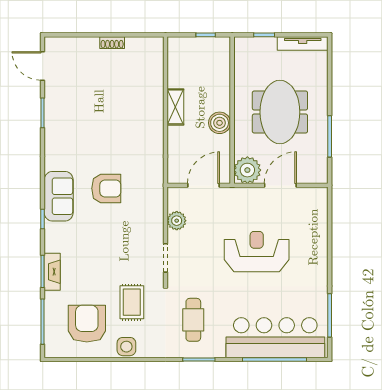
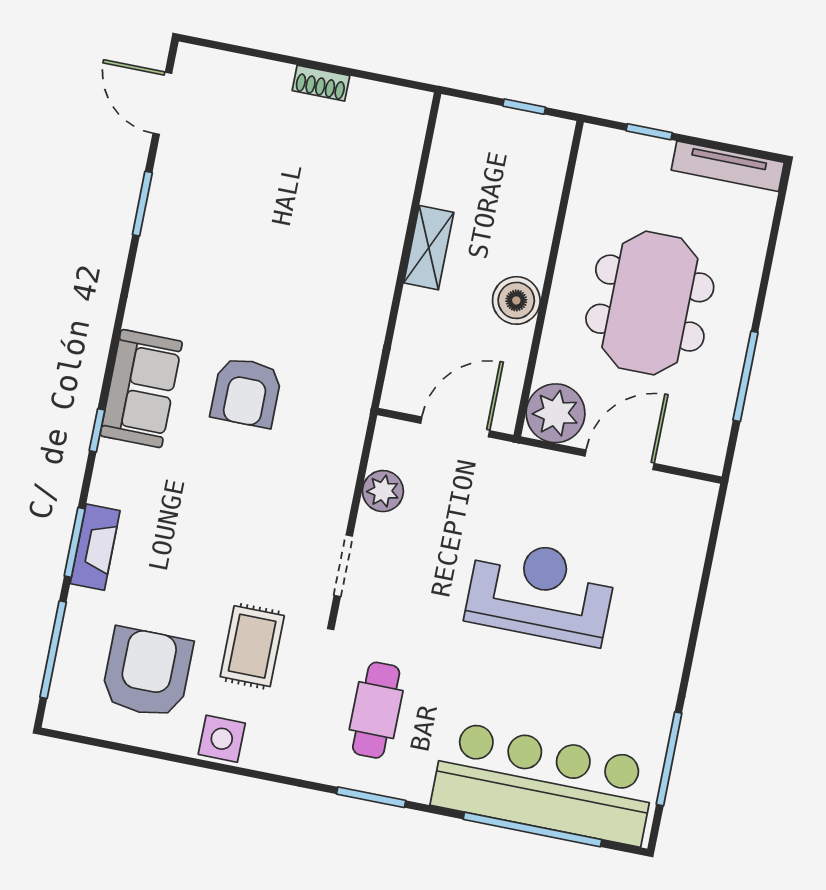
armchair: (106, 188) -> (246, 392), turned 90

